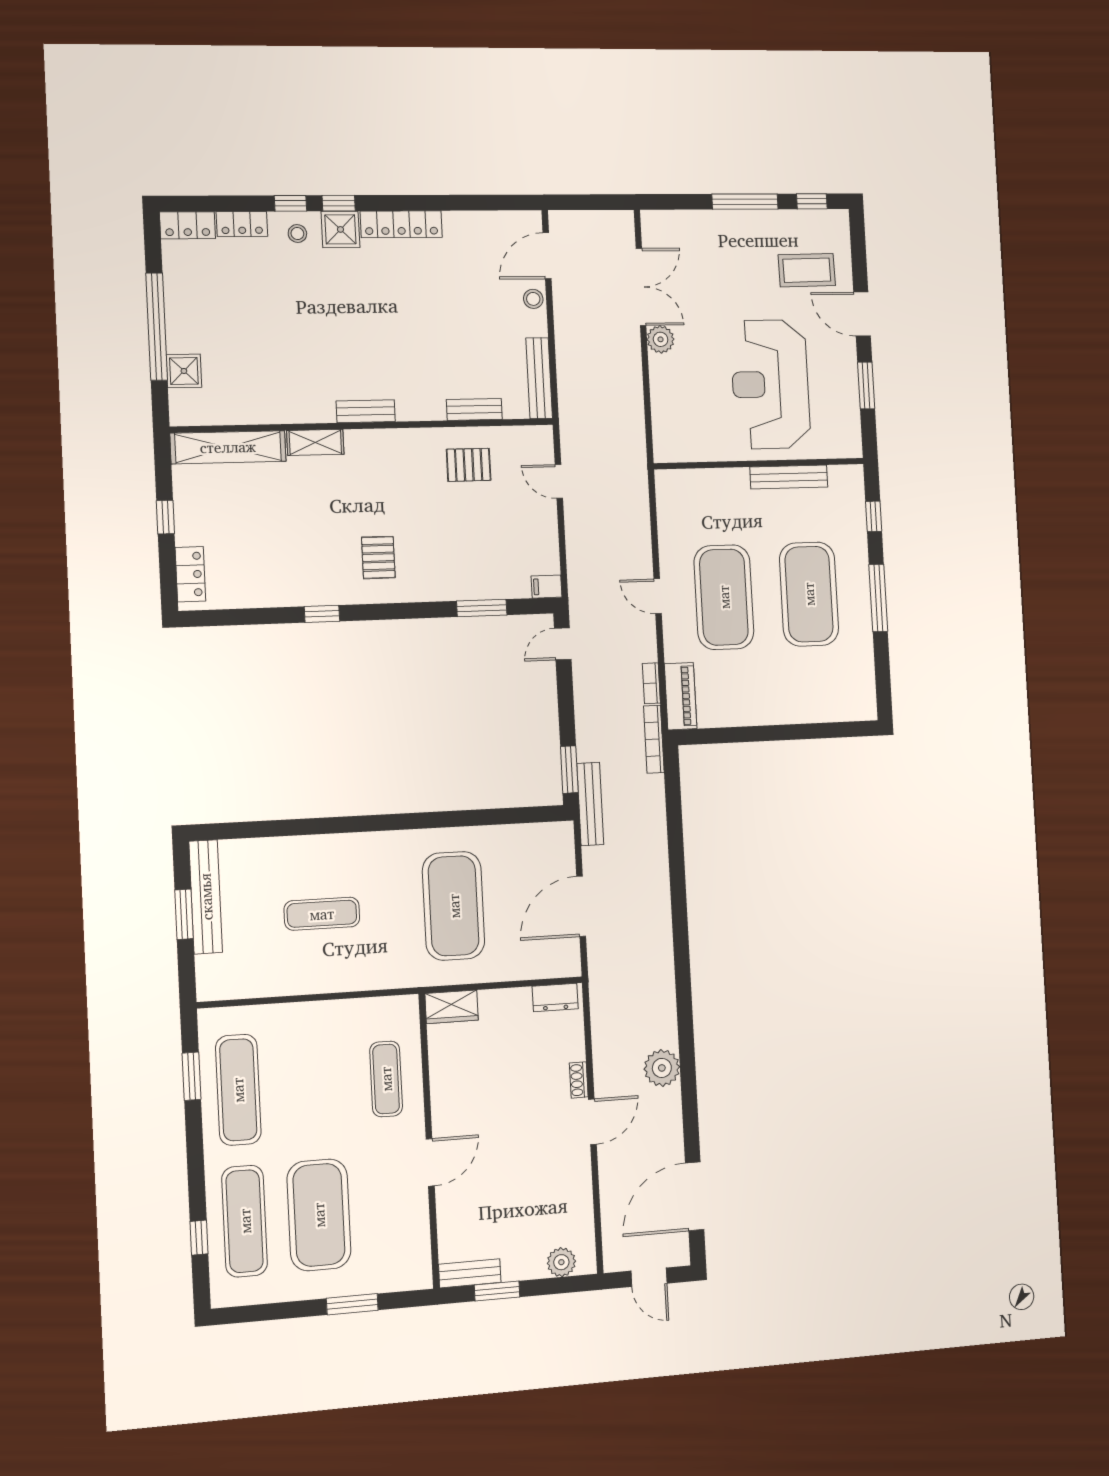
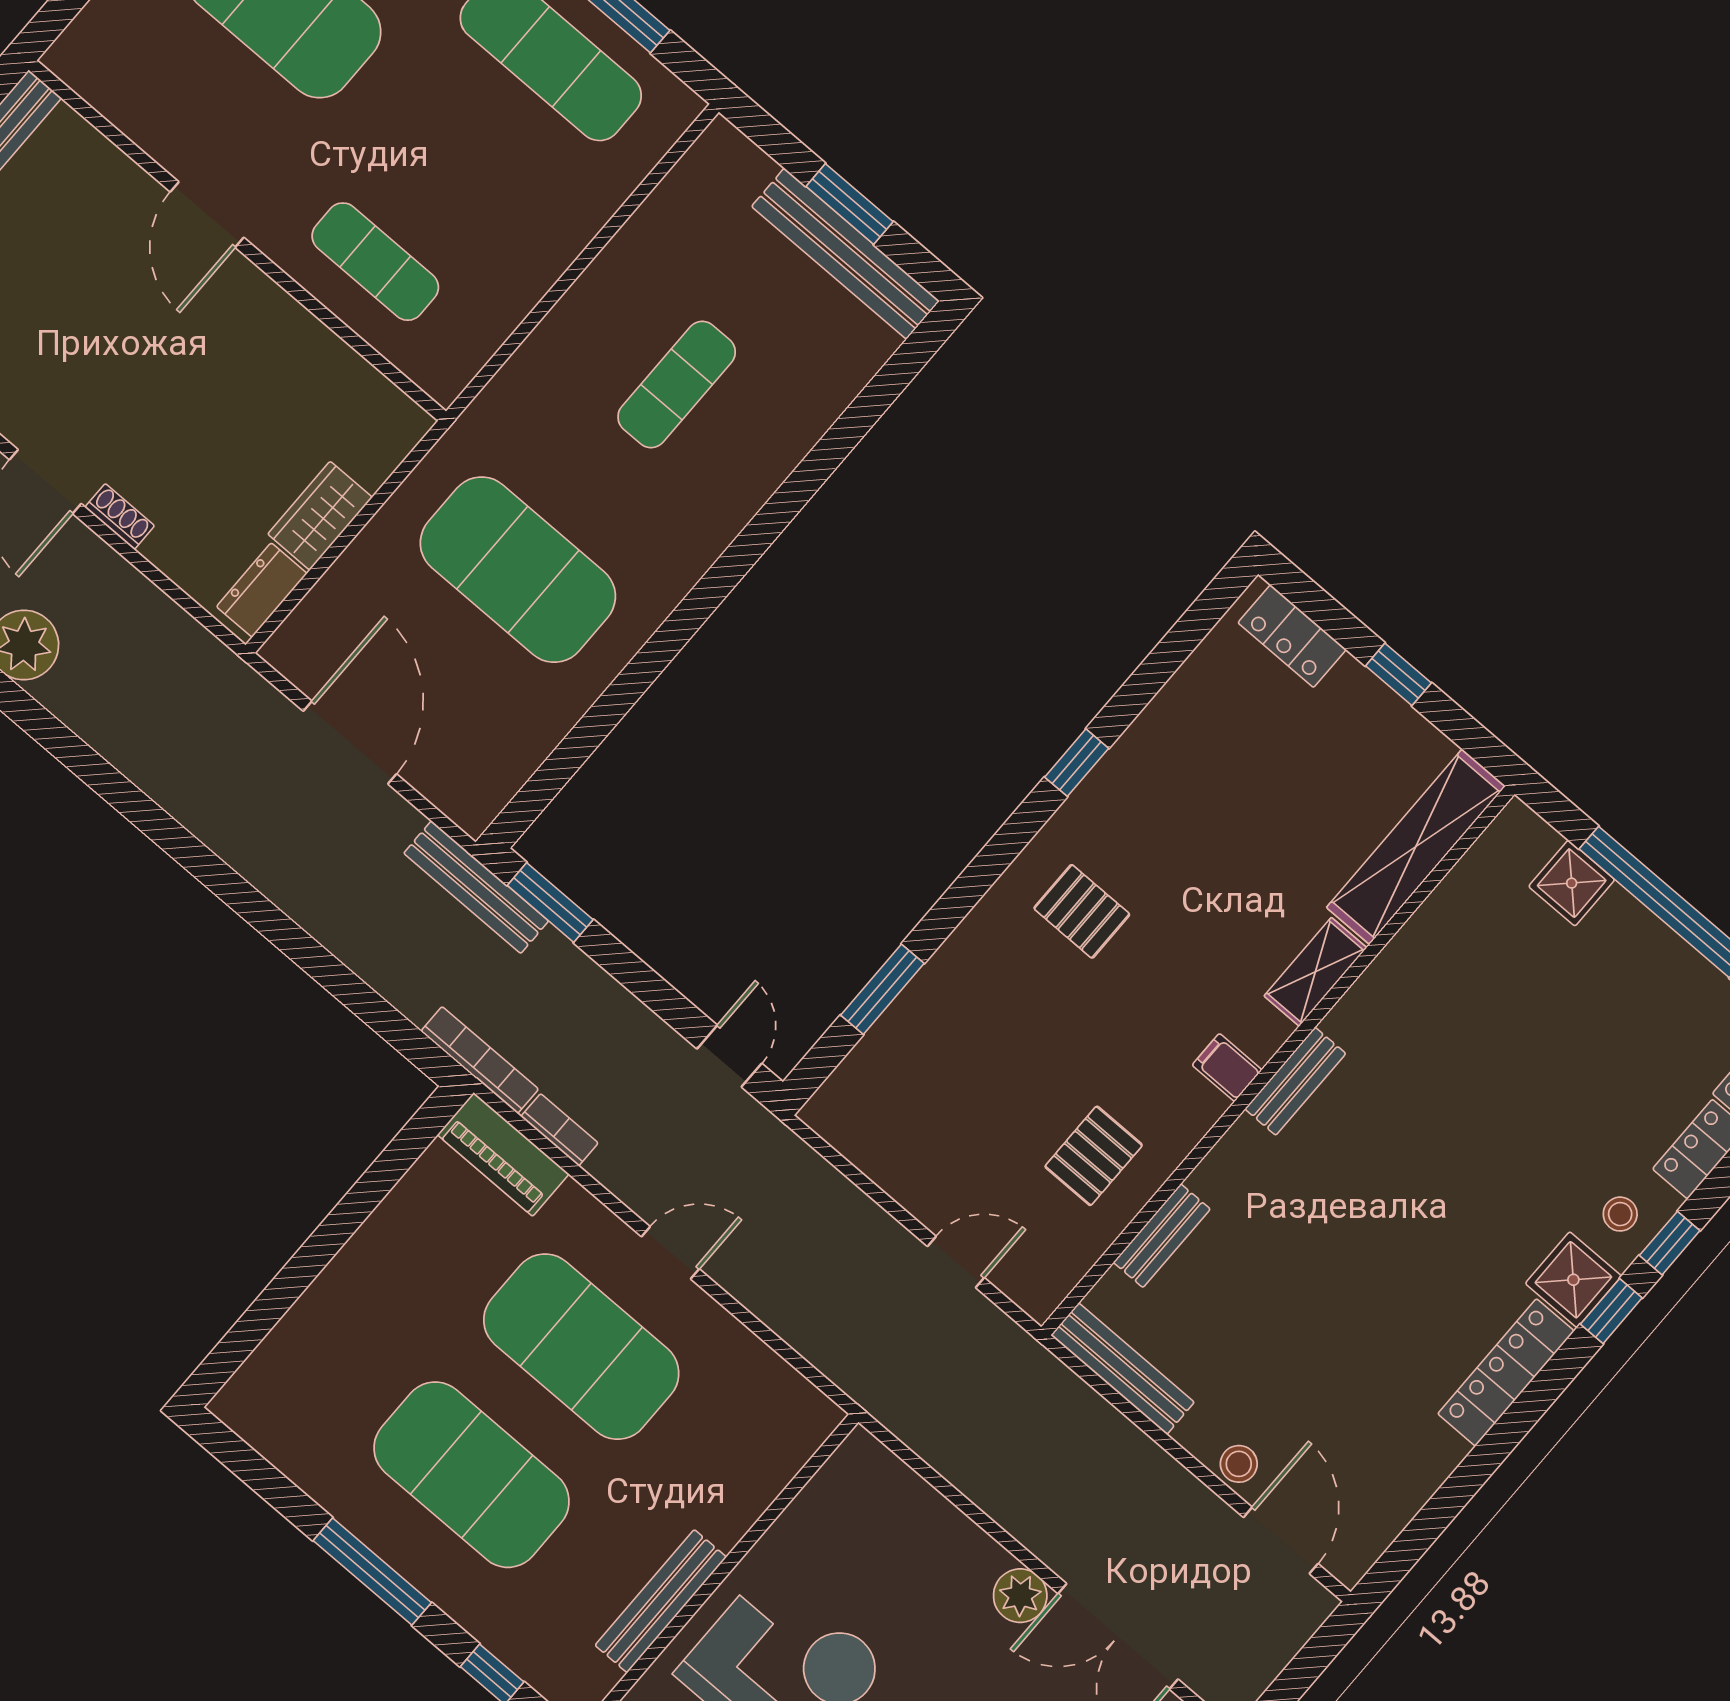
filing cabinet: (546, 587) -> (1227, 1067), moved, turned -90
wardrobe: (452, 1007) -> (320, 516), moved

